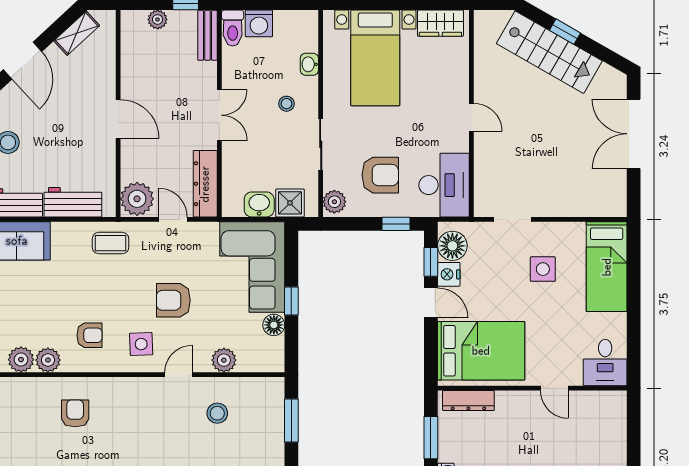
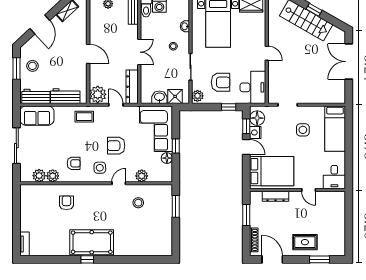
dresser: (468, 400) -> (276, 196), moved

